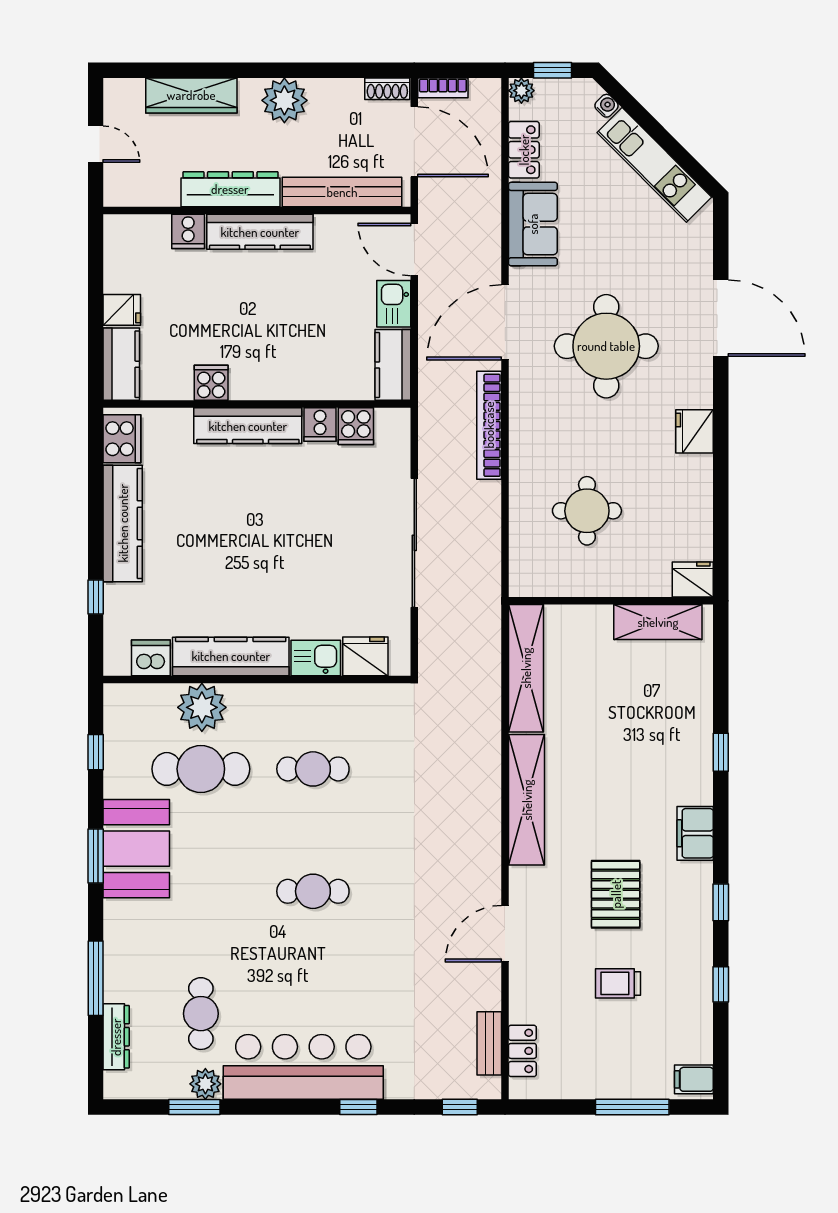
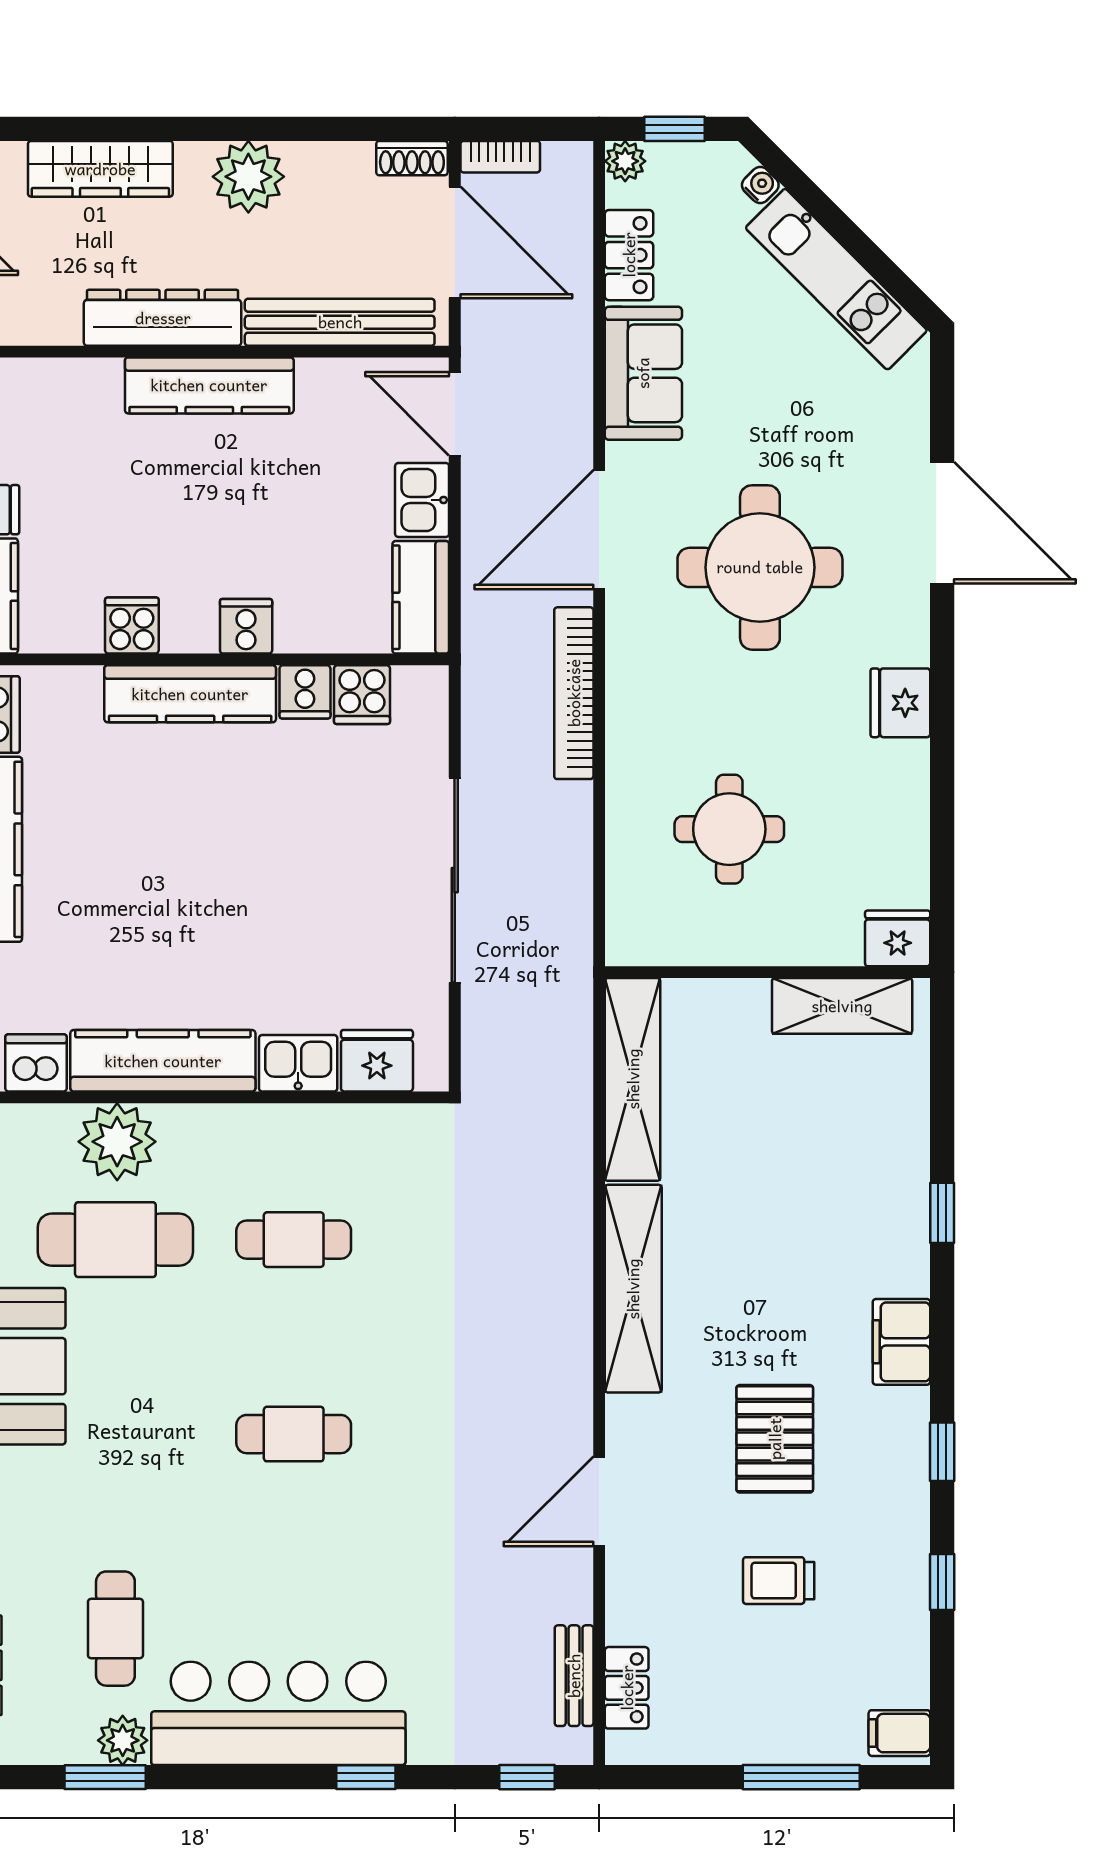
cooker: (188, 231) -> (246, 626), moved, turned 180

